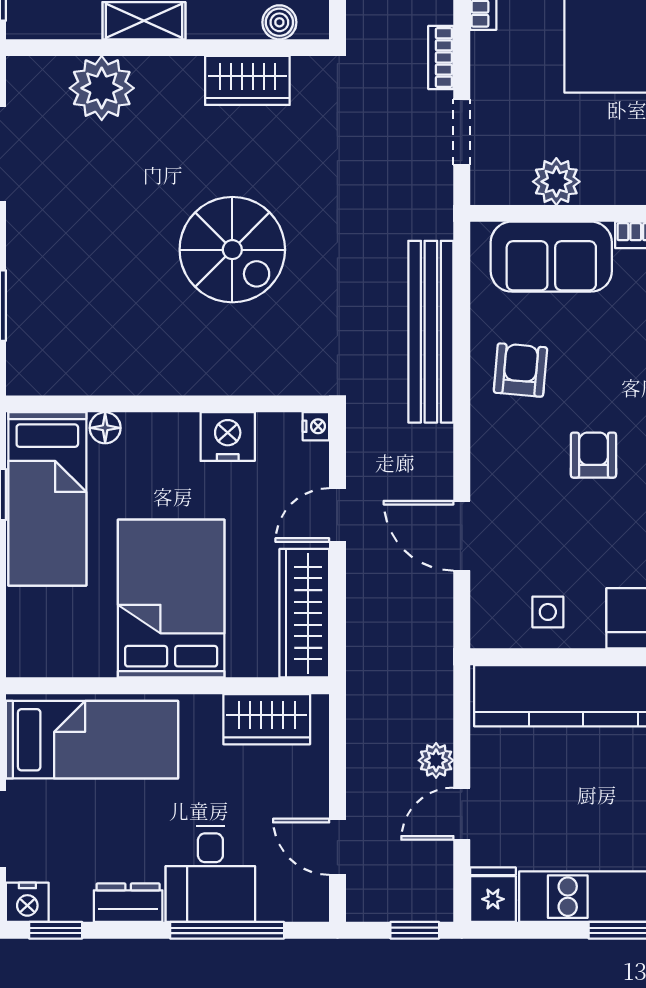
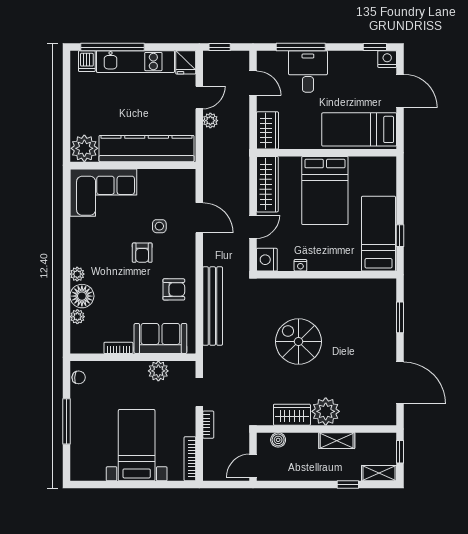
plant: (102, 88) -> (326, 411), moved
armchair: (520, 370) -> (174, 289), turned -95
nightstand: (316, 426) -> (267, 260), width x1.89, depth x1.79
floor lamp: (105, 428) -> (353, 264), removed
nightstand: (228, 437) -> (300, 265), width x0.53, depth x0.56
side table: (548, 612) -> (159, 226), moved
wardrobe: (267, 719) -> (267, 130), moved, turned 90
dresser: (128, 903) -> (344, 59), removed

